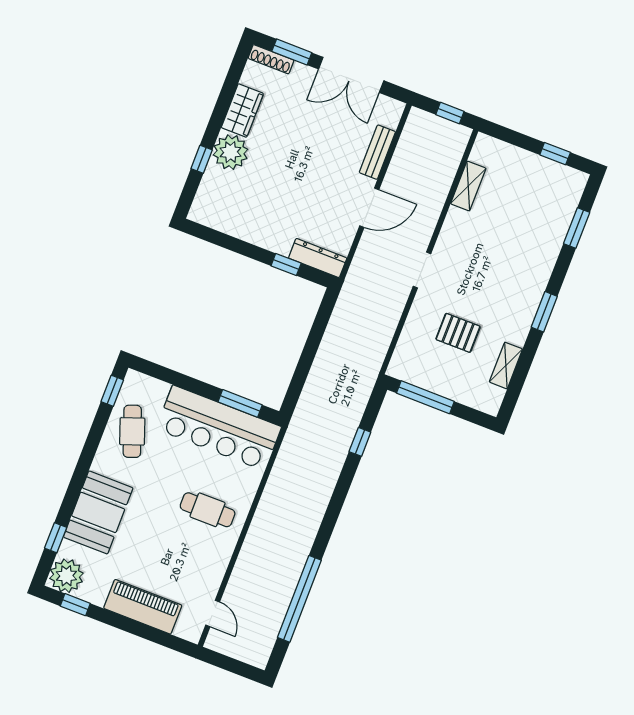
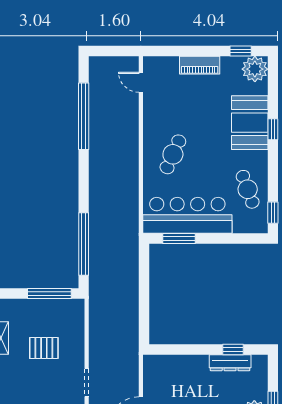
dresser: (318, 258) -> (230, 363), moved
window: (286, 264) -> (233, 349), moved
window: (360, 442) -> (84, 244), width x3.17
cafe table: (208, 510) -> (173, 154), turned -66
window: (56, 538) -> (273, 129), moved
piano: (143, 607) -> (200, 65), width x0.73, depth x0.75

